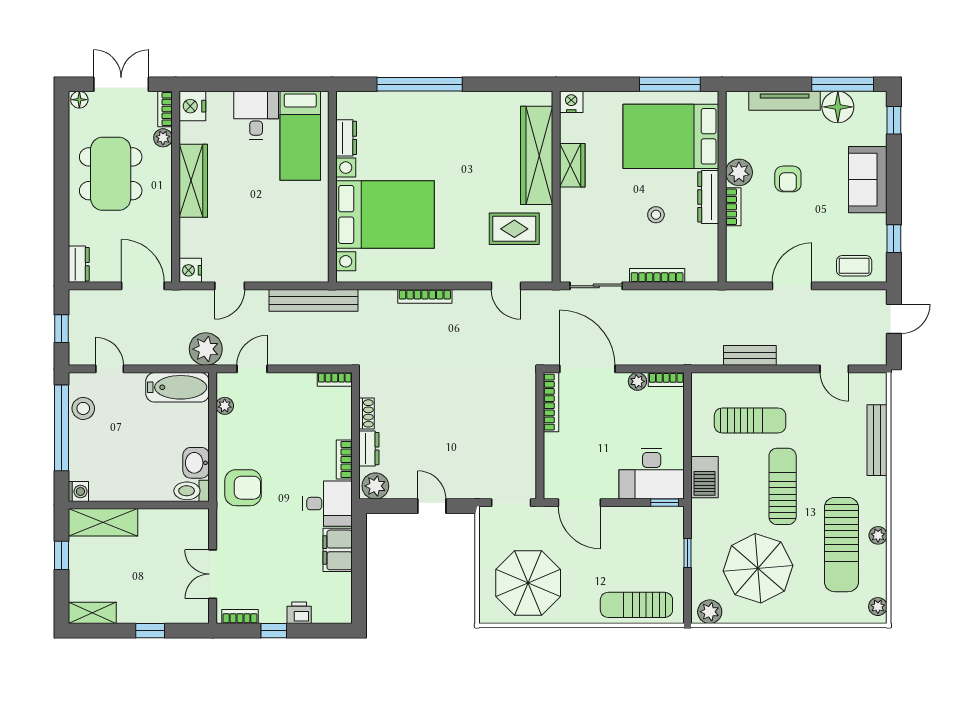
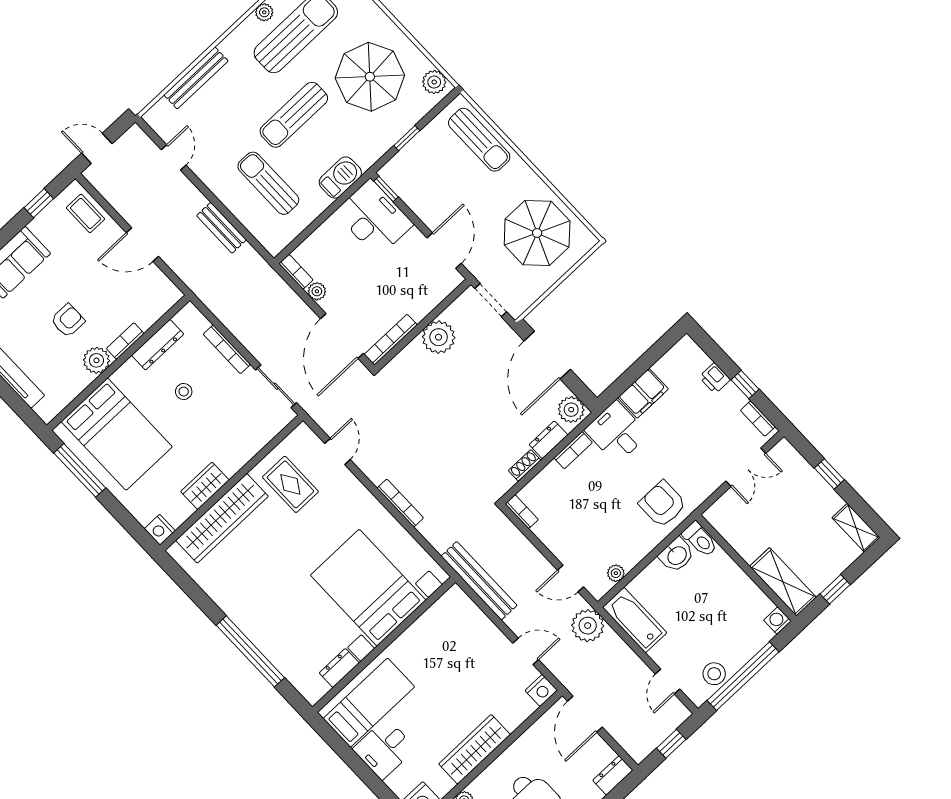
dresser: (708, 197) -> (158, 345), moved
plant: (520, 439) -> (439, 337), added
door: (432, 506) -> (547, 355), width x1.88

